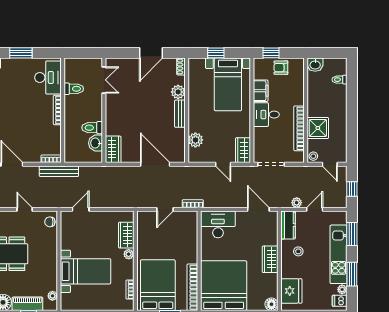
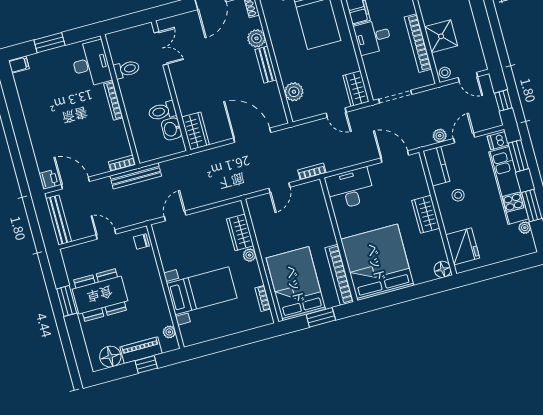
dishwasher: (340, 301) -> (498, 141), moved

